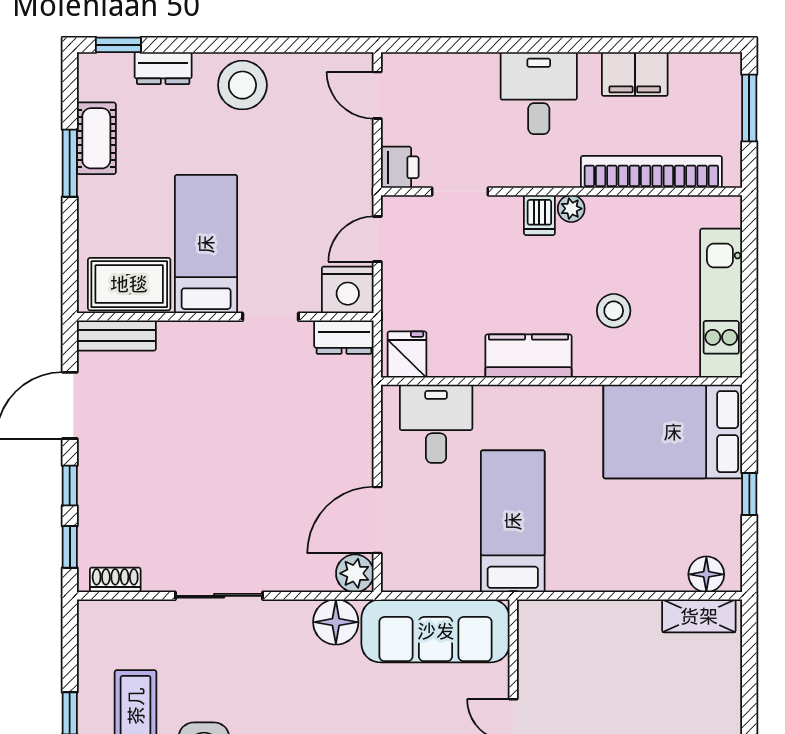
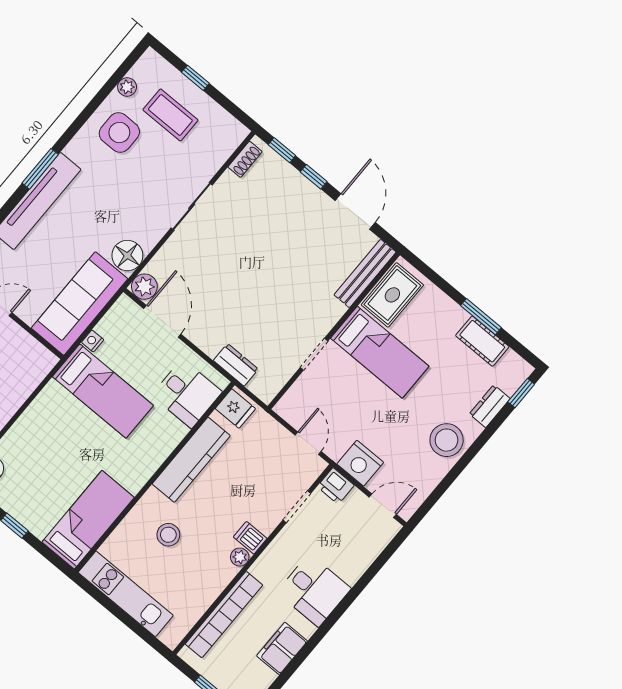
nightstand: (348, 290) -> (360, 463), moved, turned -90
bench: (116, 335) -> (365, 273), width x1.36
dresser: (344, 337) -> (236, 365), moved, turned 90
kitchen counter: (528, 356) -> (191, 460), width x1.50
bed: (673, 432) -> (88, 520), width x0.67
nightstand: (466, 581) -> (93, 341), added

